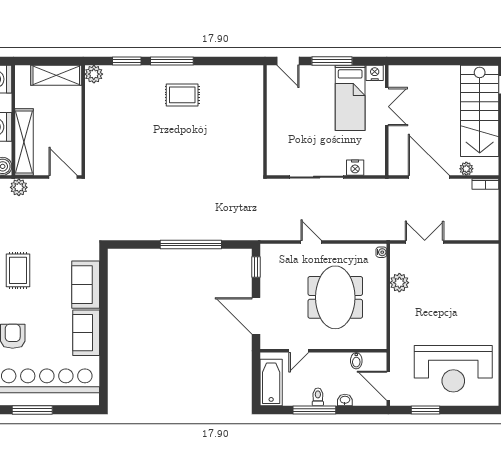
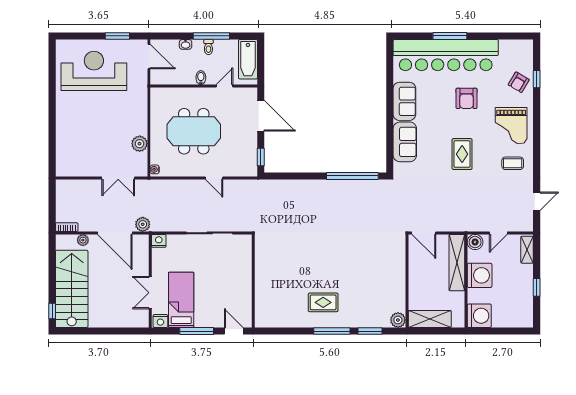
nightstand: (355, 168) -> (159, 241), moved
plant: (19, 187) -> (143, 224), moved
window: (191, 244) -> (352, 176), moved
meeting table: (335, 297) -> (194, 131), turned 90
bidet: (356, 361) -> (201, 78), moved

